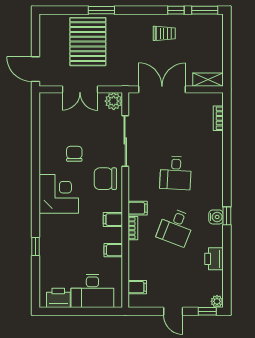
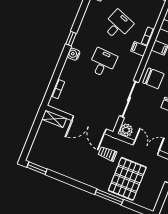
window: (101, 10) -> (109, 197), width x1.44
window: (176, 10) -> (57, 176), removed
trolley: (164, 33) -> (107, 154), moved
window: (227, 216) -> (71, 39), moved
water cooler: (216, 217) -> (74, 54), moved

